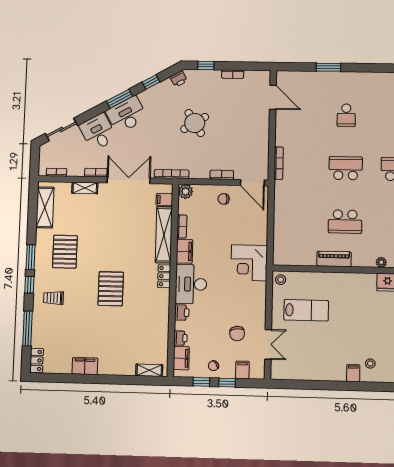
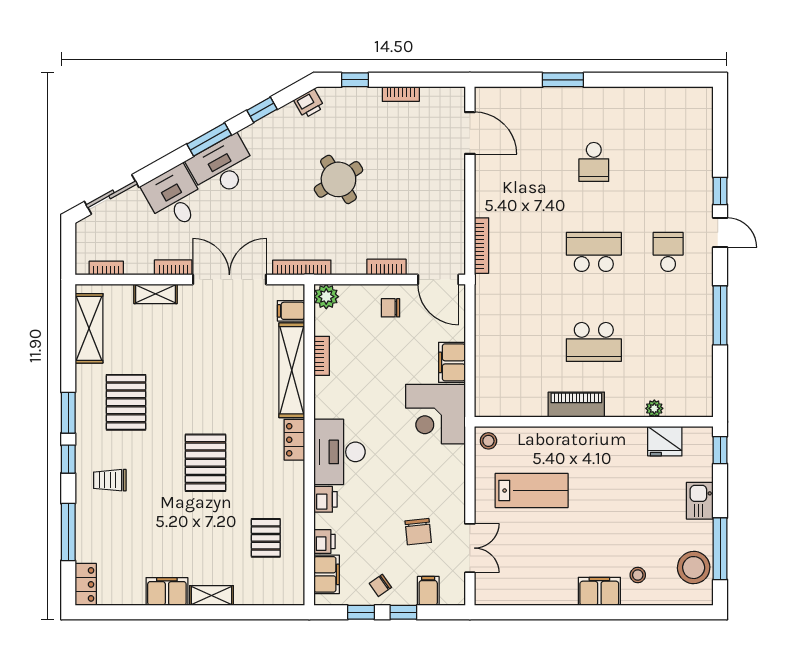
filing cabinet: (184, 251) -> (452, 362), moved, turned 180
pallet: (145, 335) -> (266, 538), added
shelving: (149, 370) -> (212, 596), moved
filing cabinet: (353, 373) -> (599, 591), width x2.00

